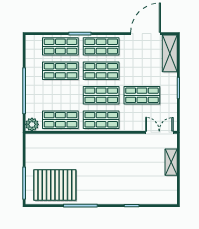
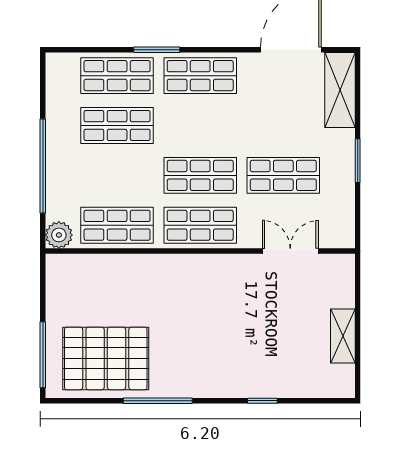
shop shelf: (101, 71) -> (200, 125), removed
double door: (159, 132) -> (290, 251), moved
shelving: (171, 162) -> (343, 336), moved

